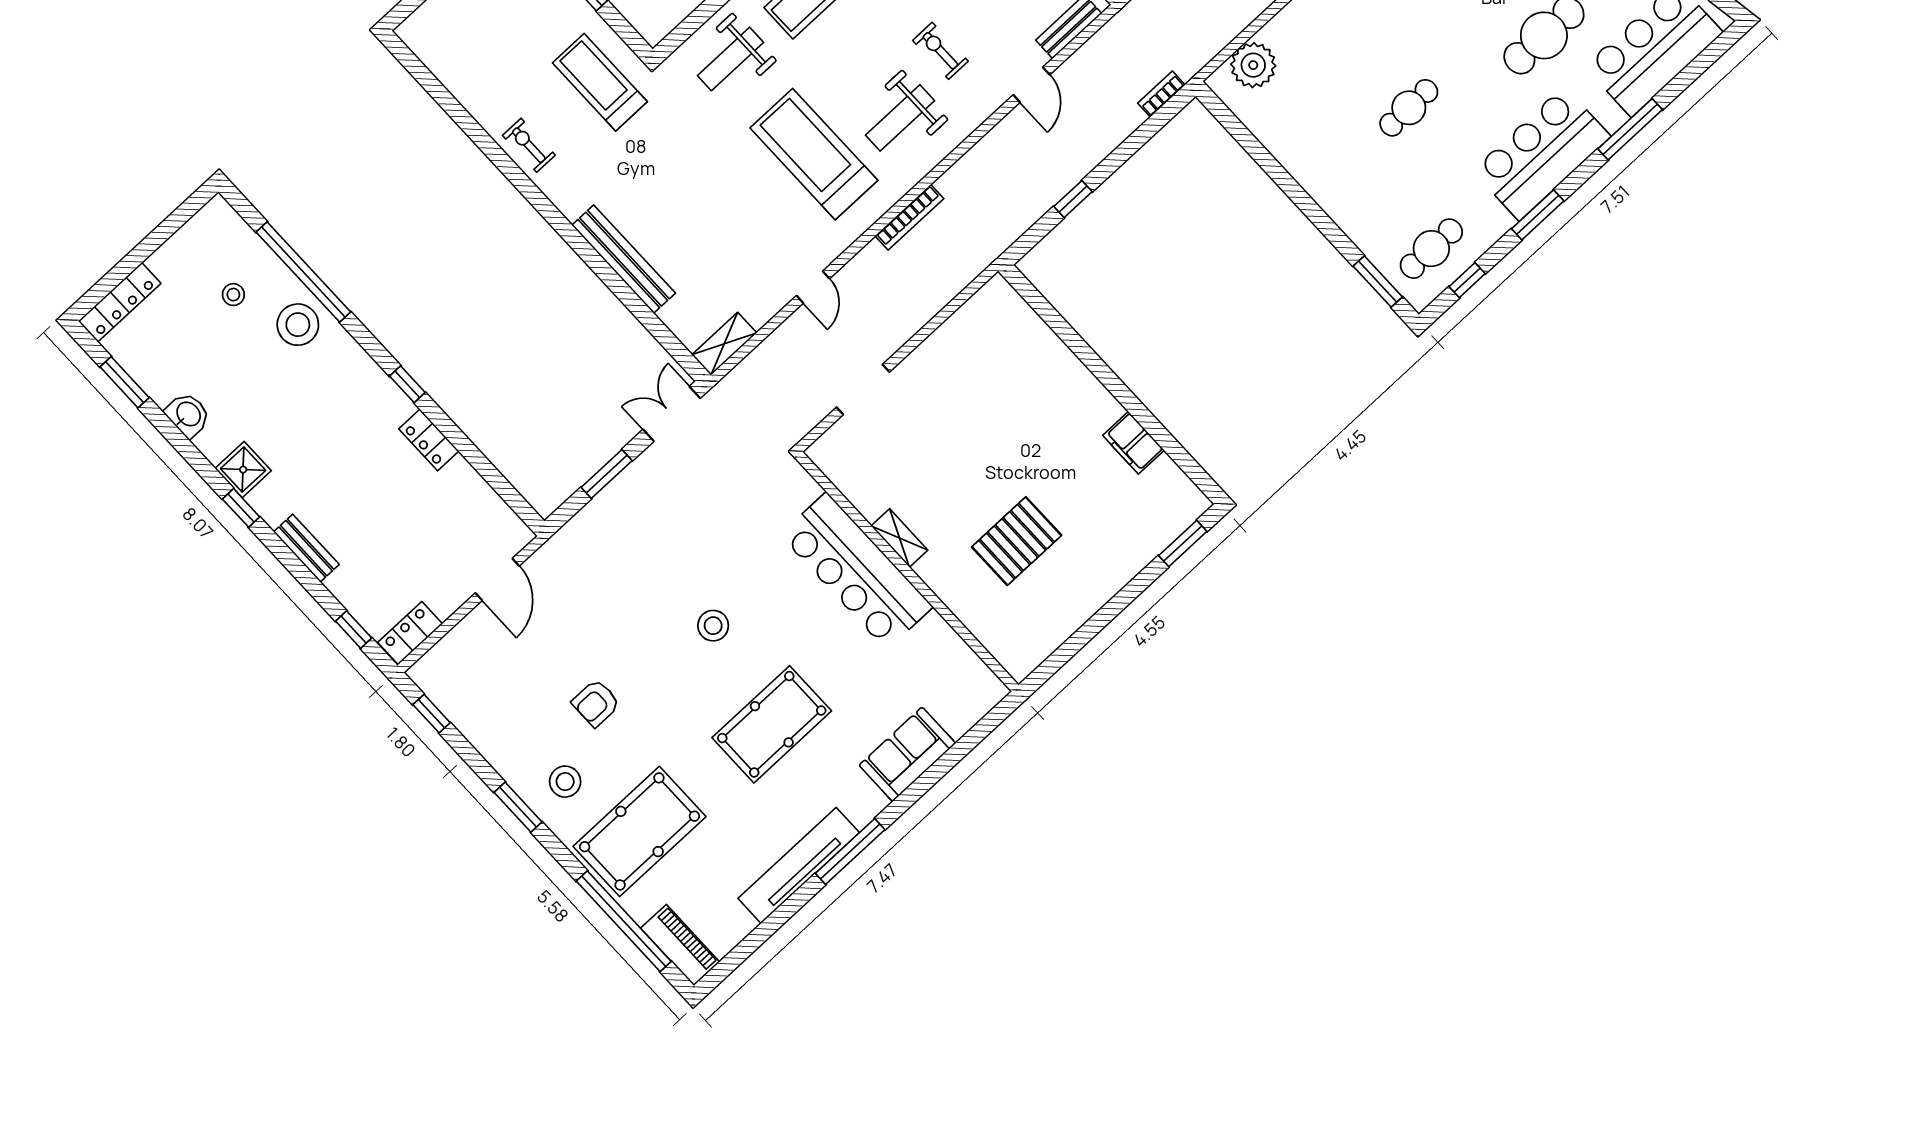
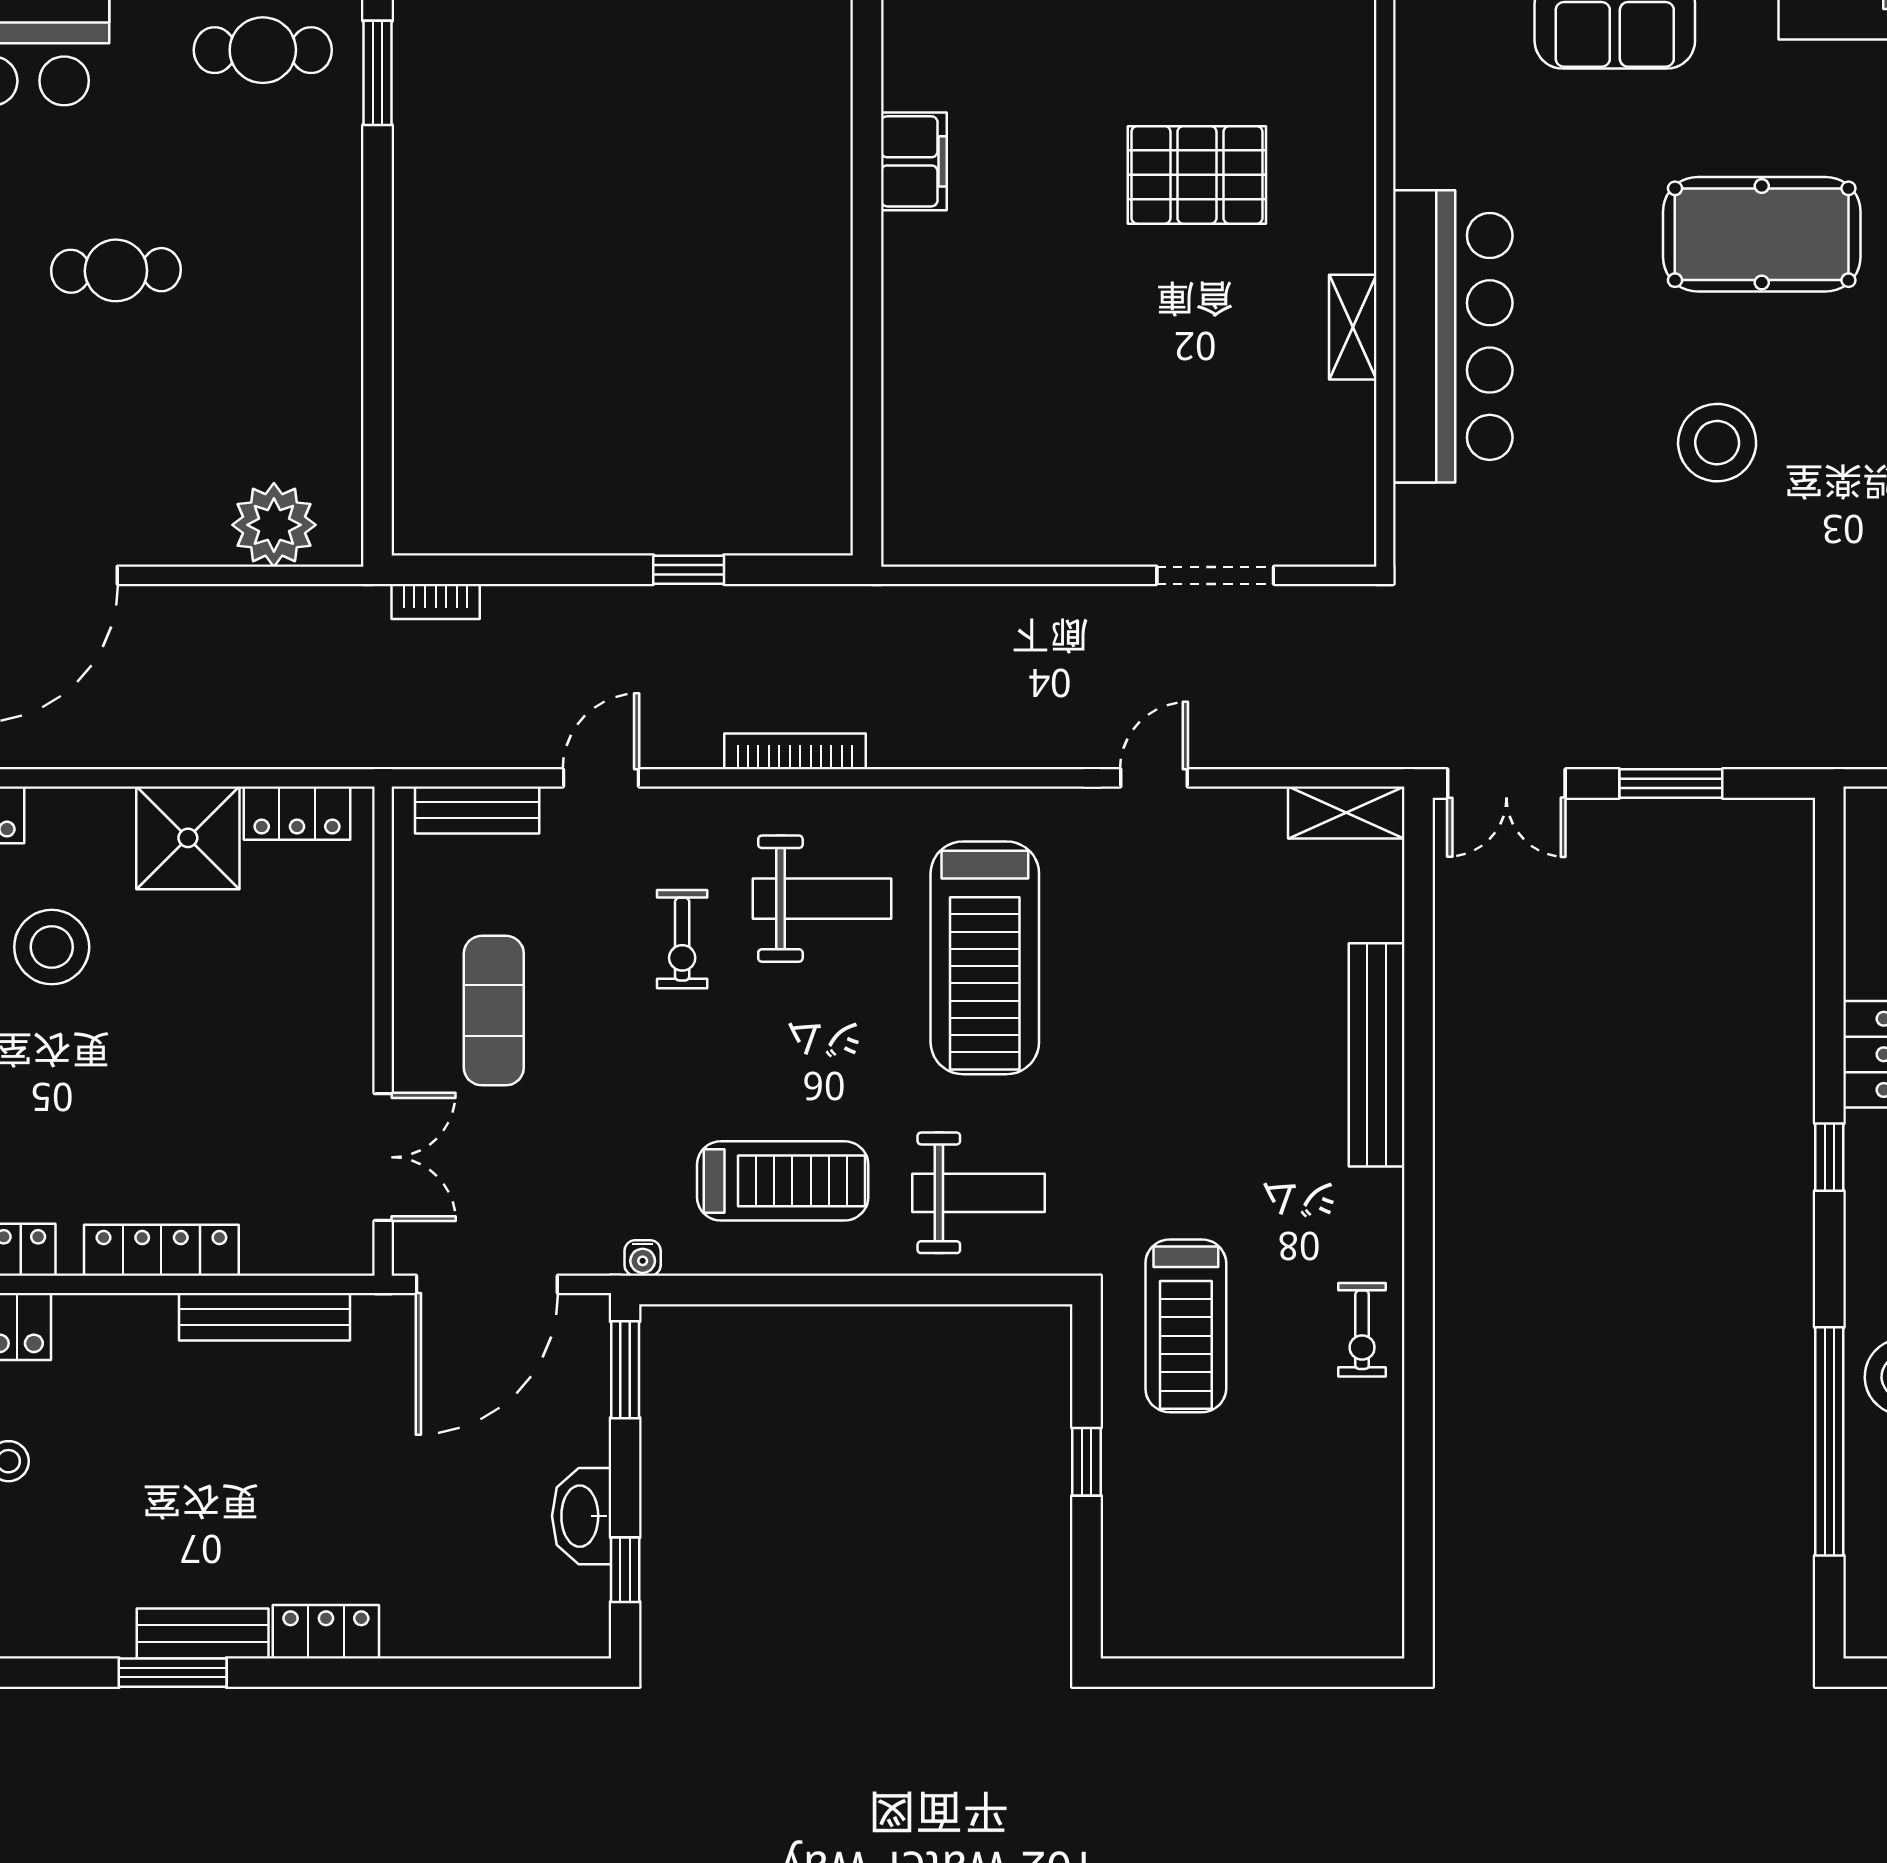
bookcase: (909, 217) -> (795, 751), moved
stool: (713, 626) -> (1717, 443), width x1.38, depth x1.38

